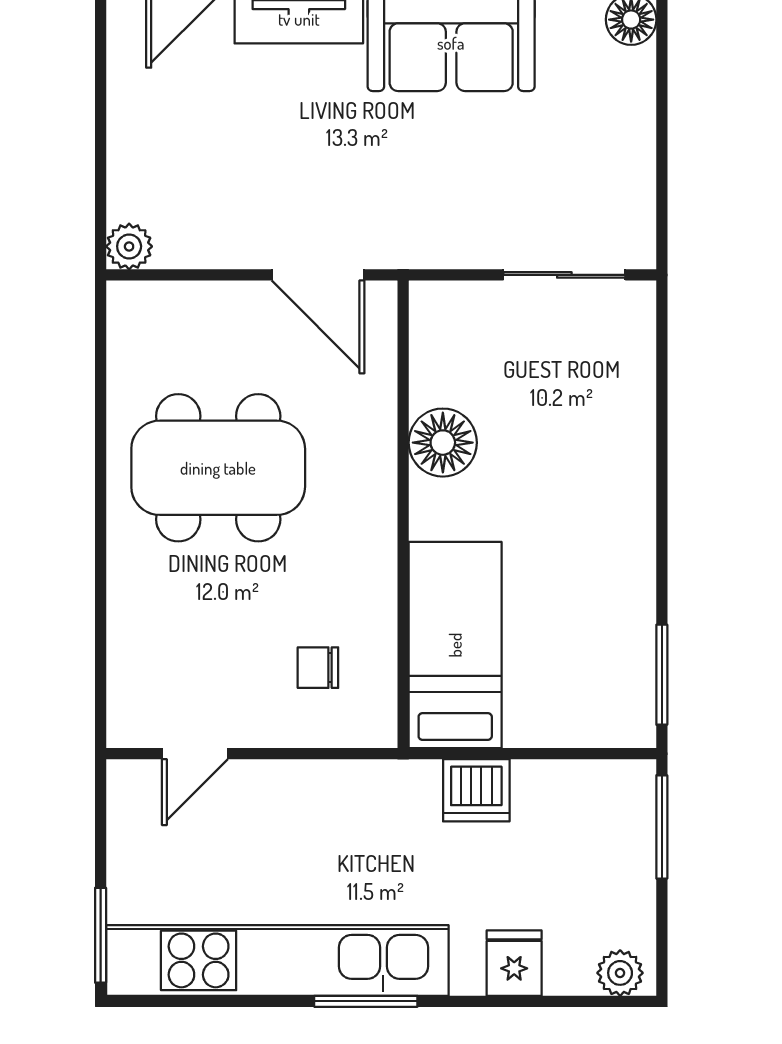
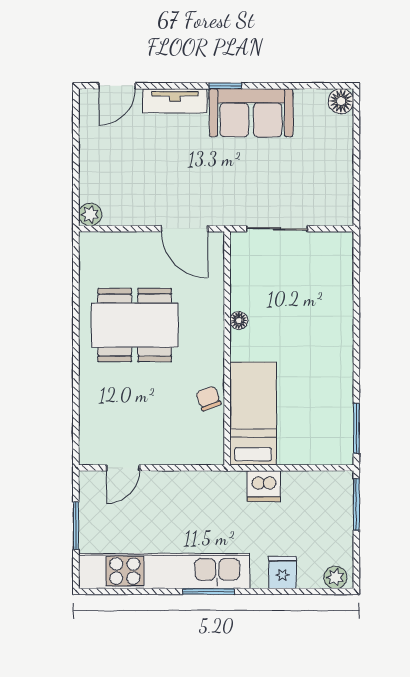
sliding door: (564, 275) -> (277, 229), moved
floor lamp: (443, 443) -> (239, 320), width x0.53, depth x0.53
chair: (318, 668) -> (208, 398), moved, turned 69
window: (101, 935) -> (76, 526), moved

